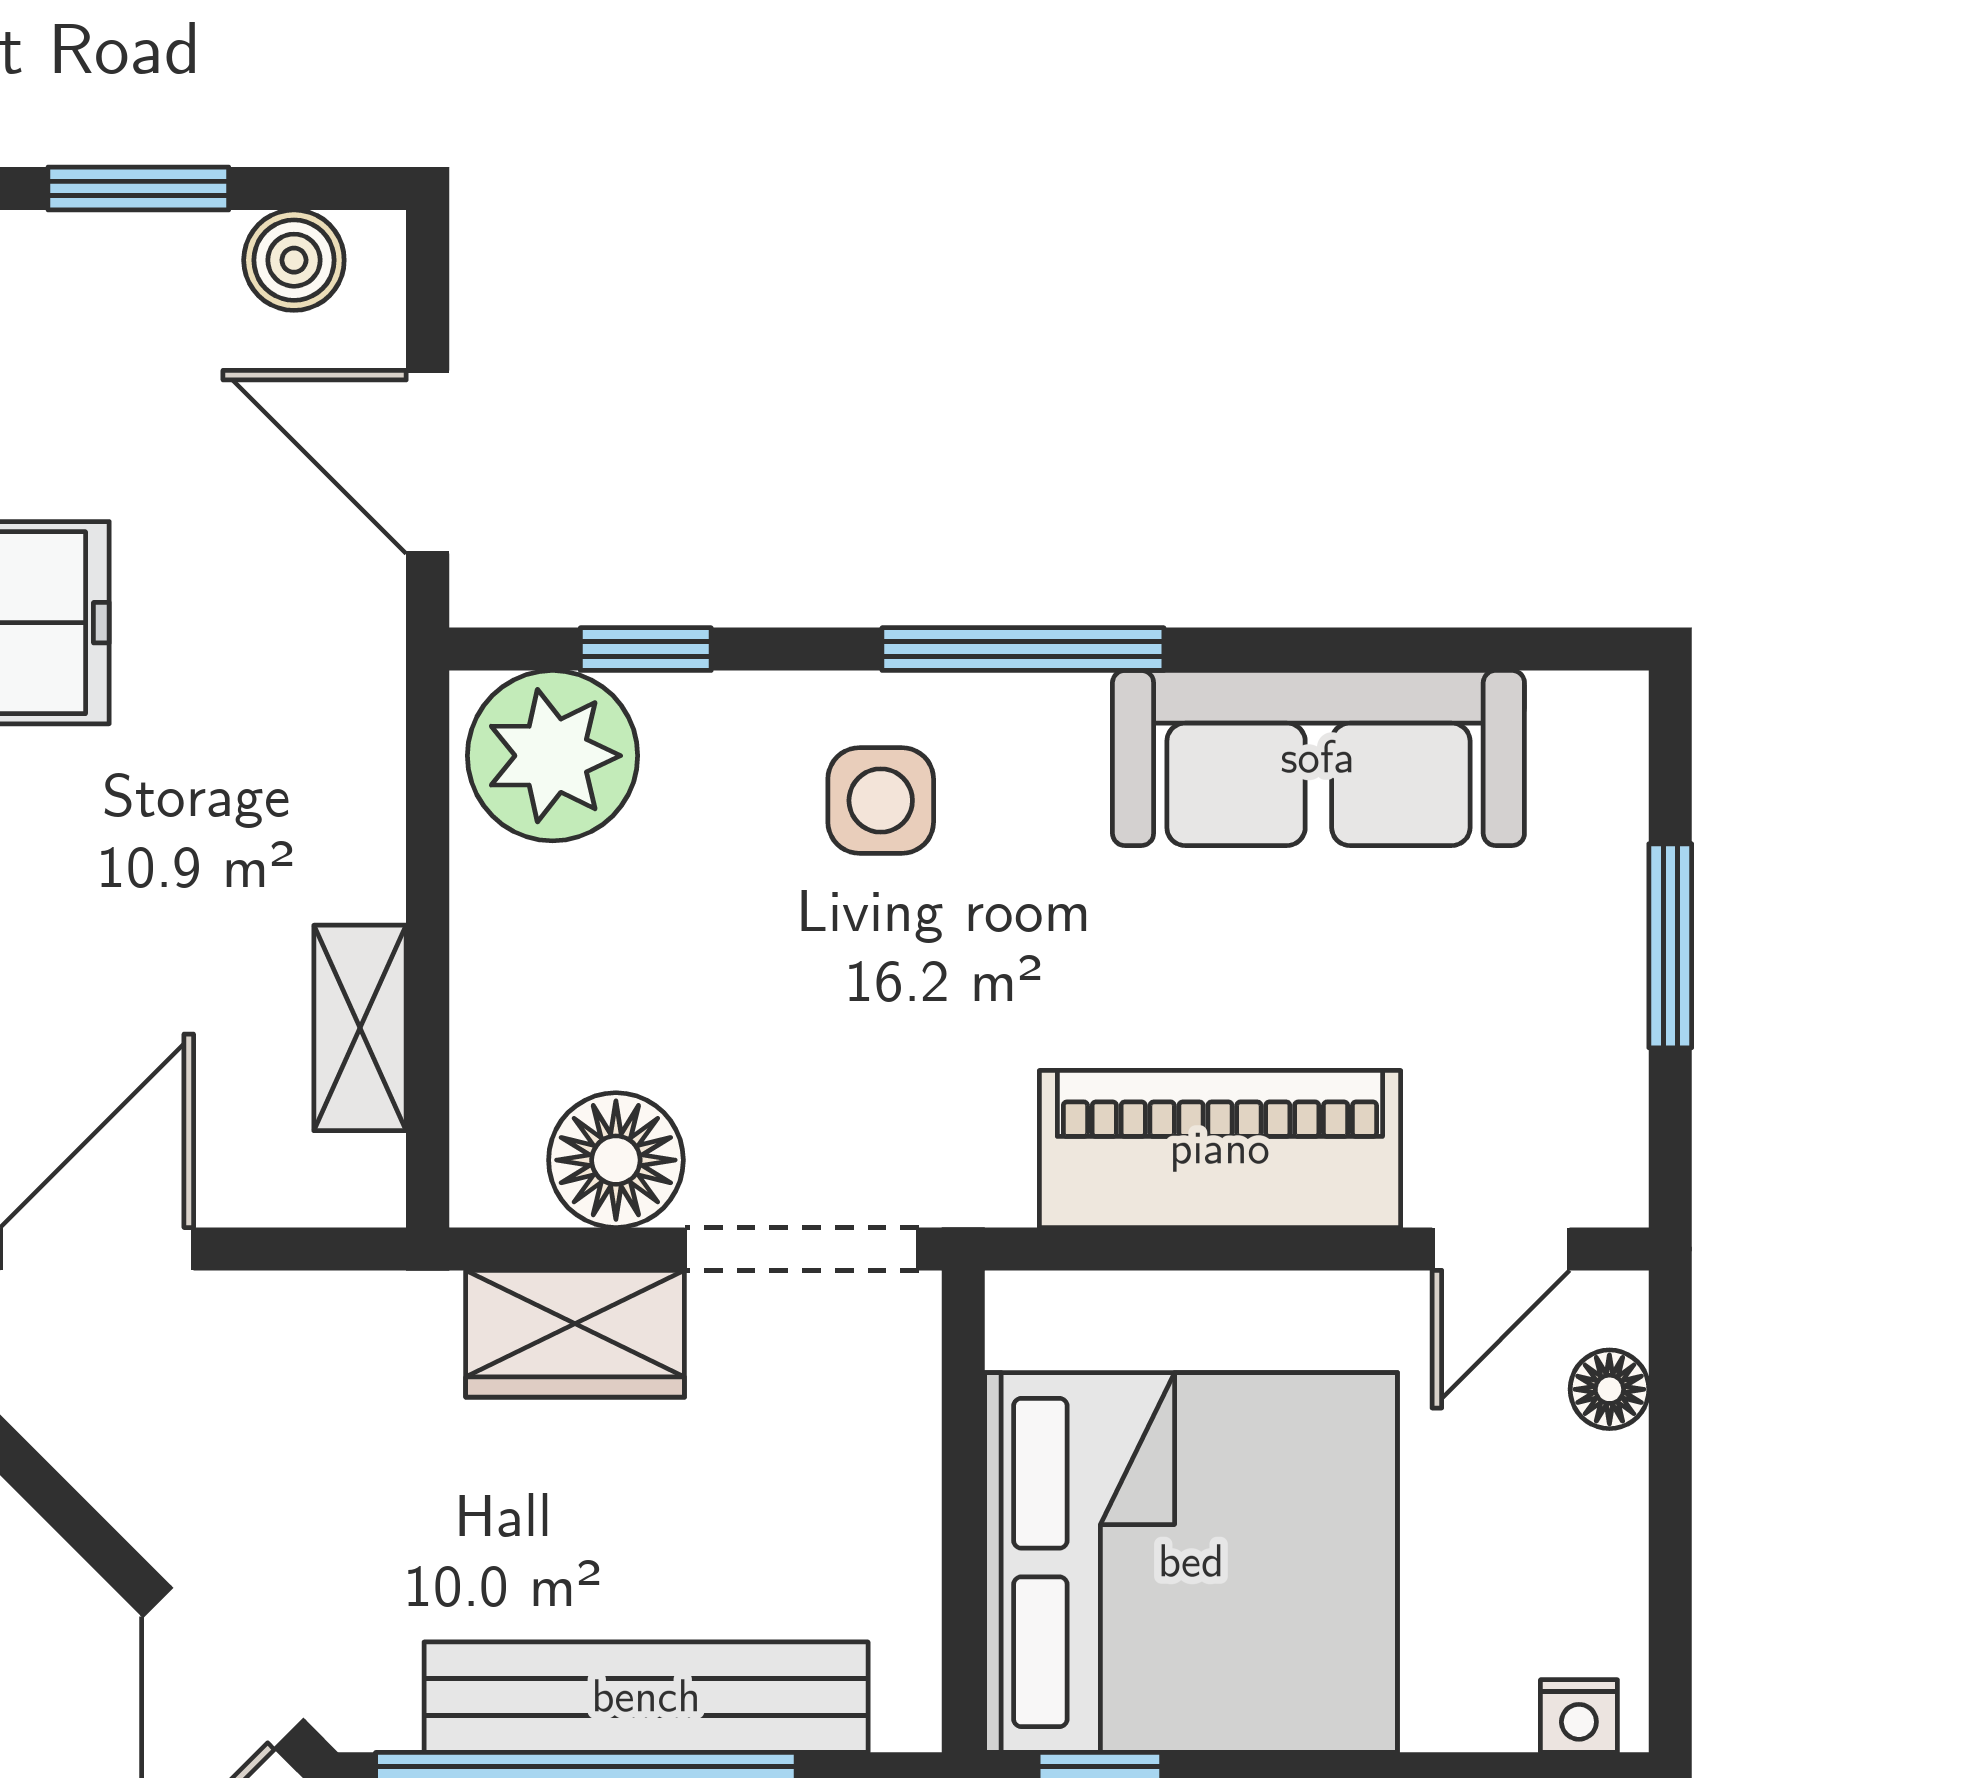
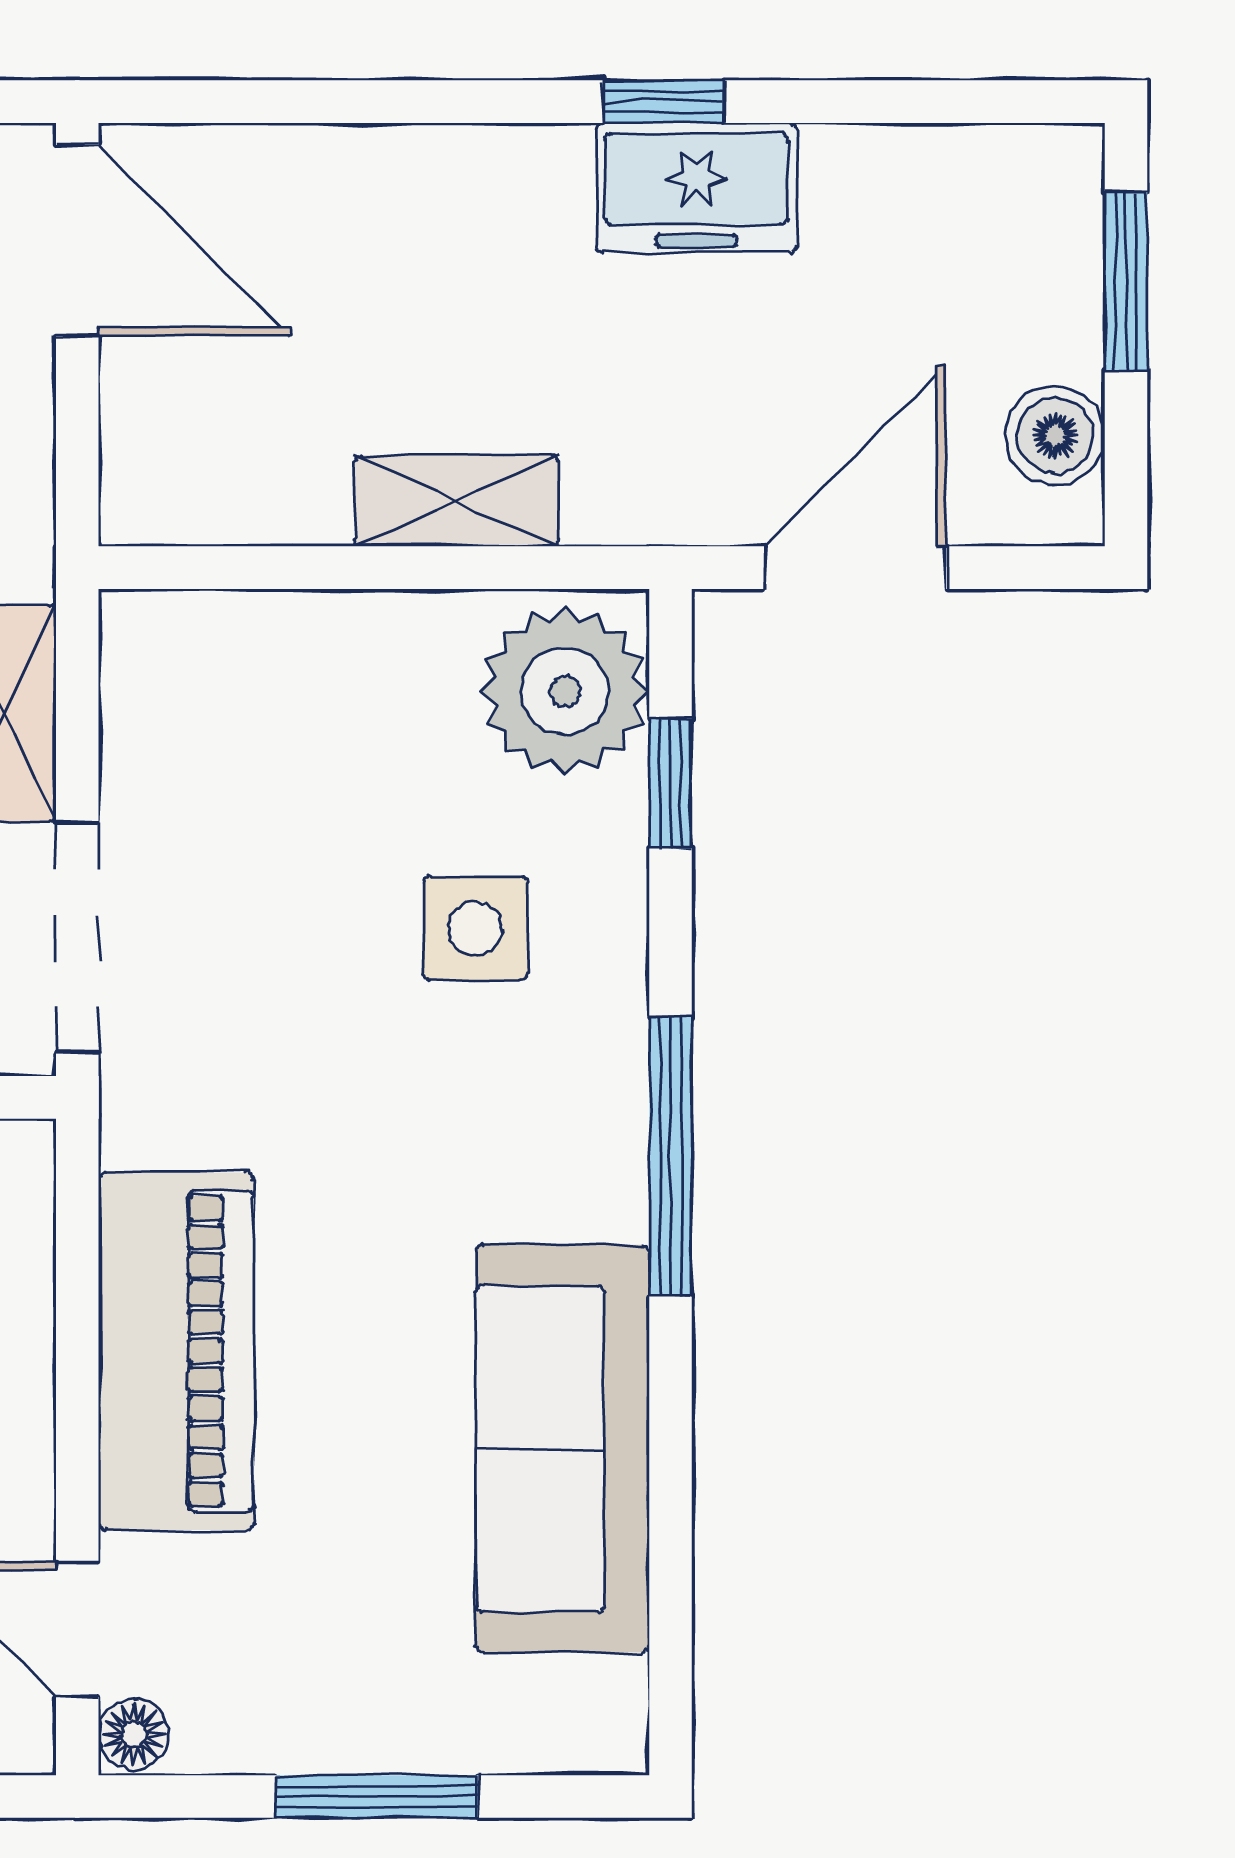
side table: (881, 800) -> (475, 928), moved
shelving: (360, 1028) -> (457, 501), moved
floor lamp: (616, 1160) -> (134, 1734), moved, width x0.53, depth x0.53

